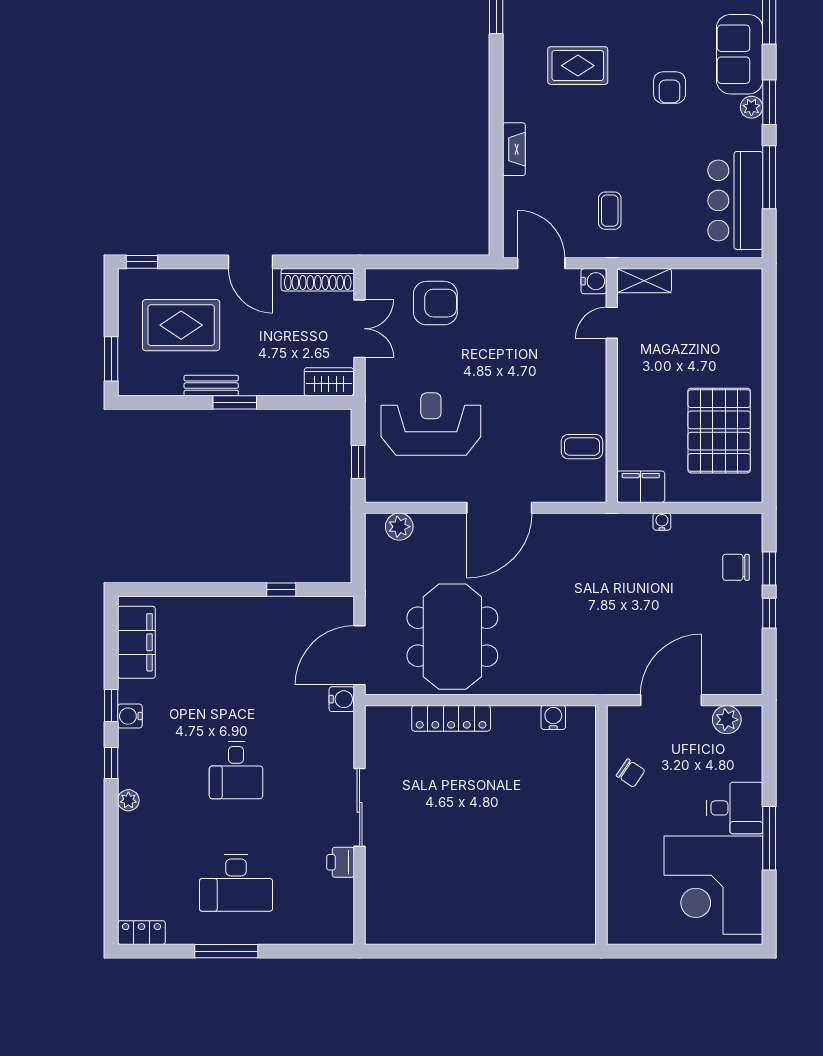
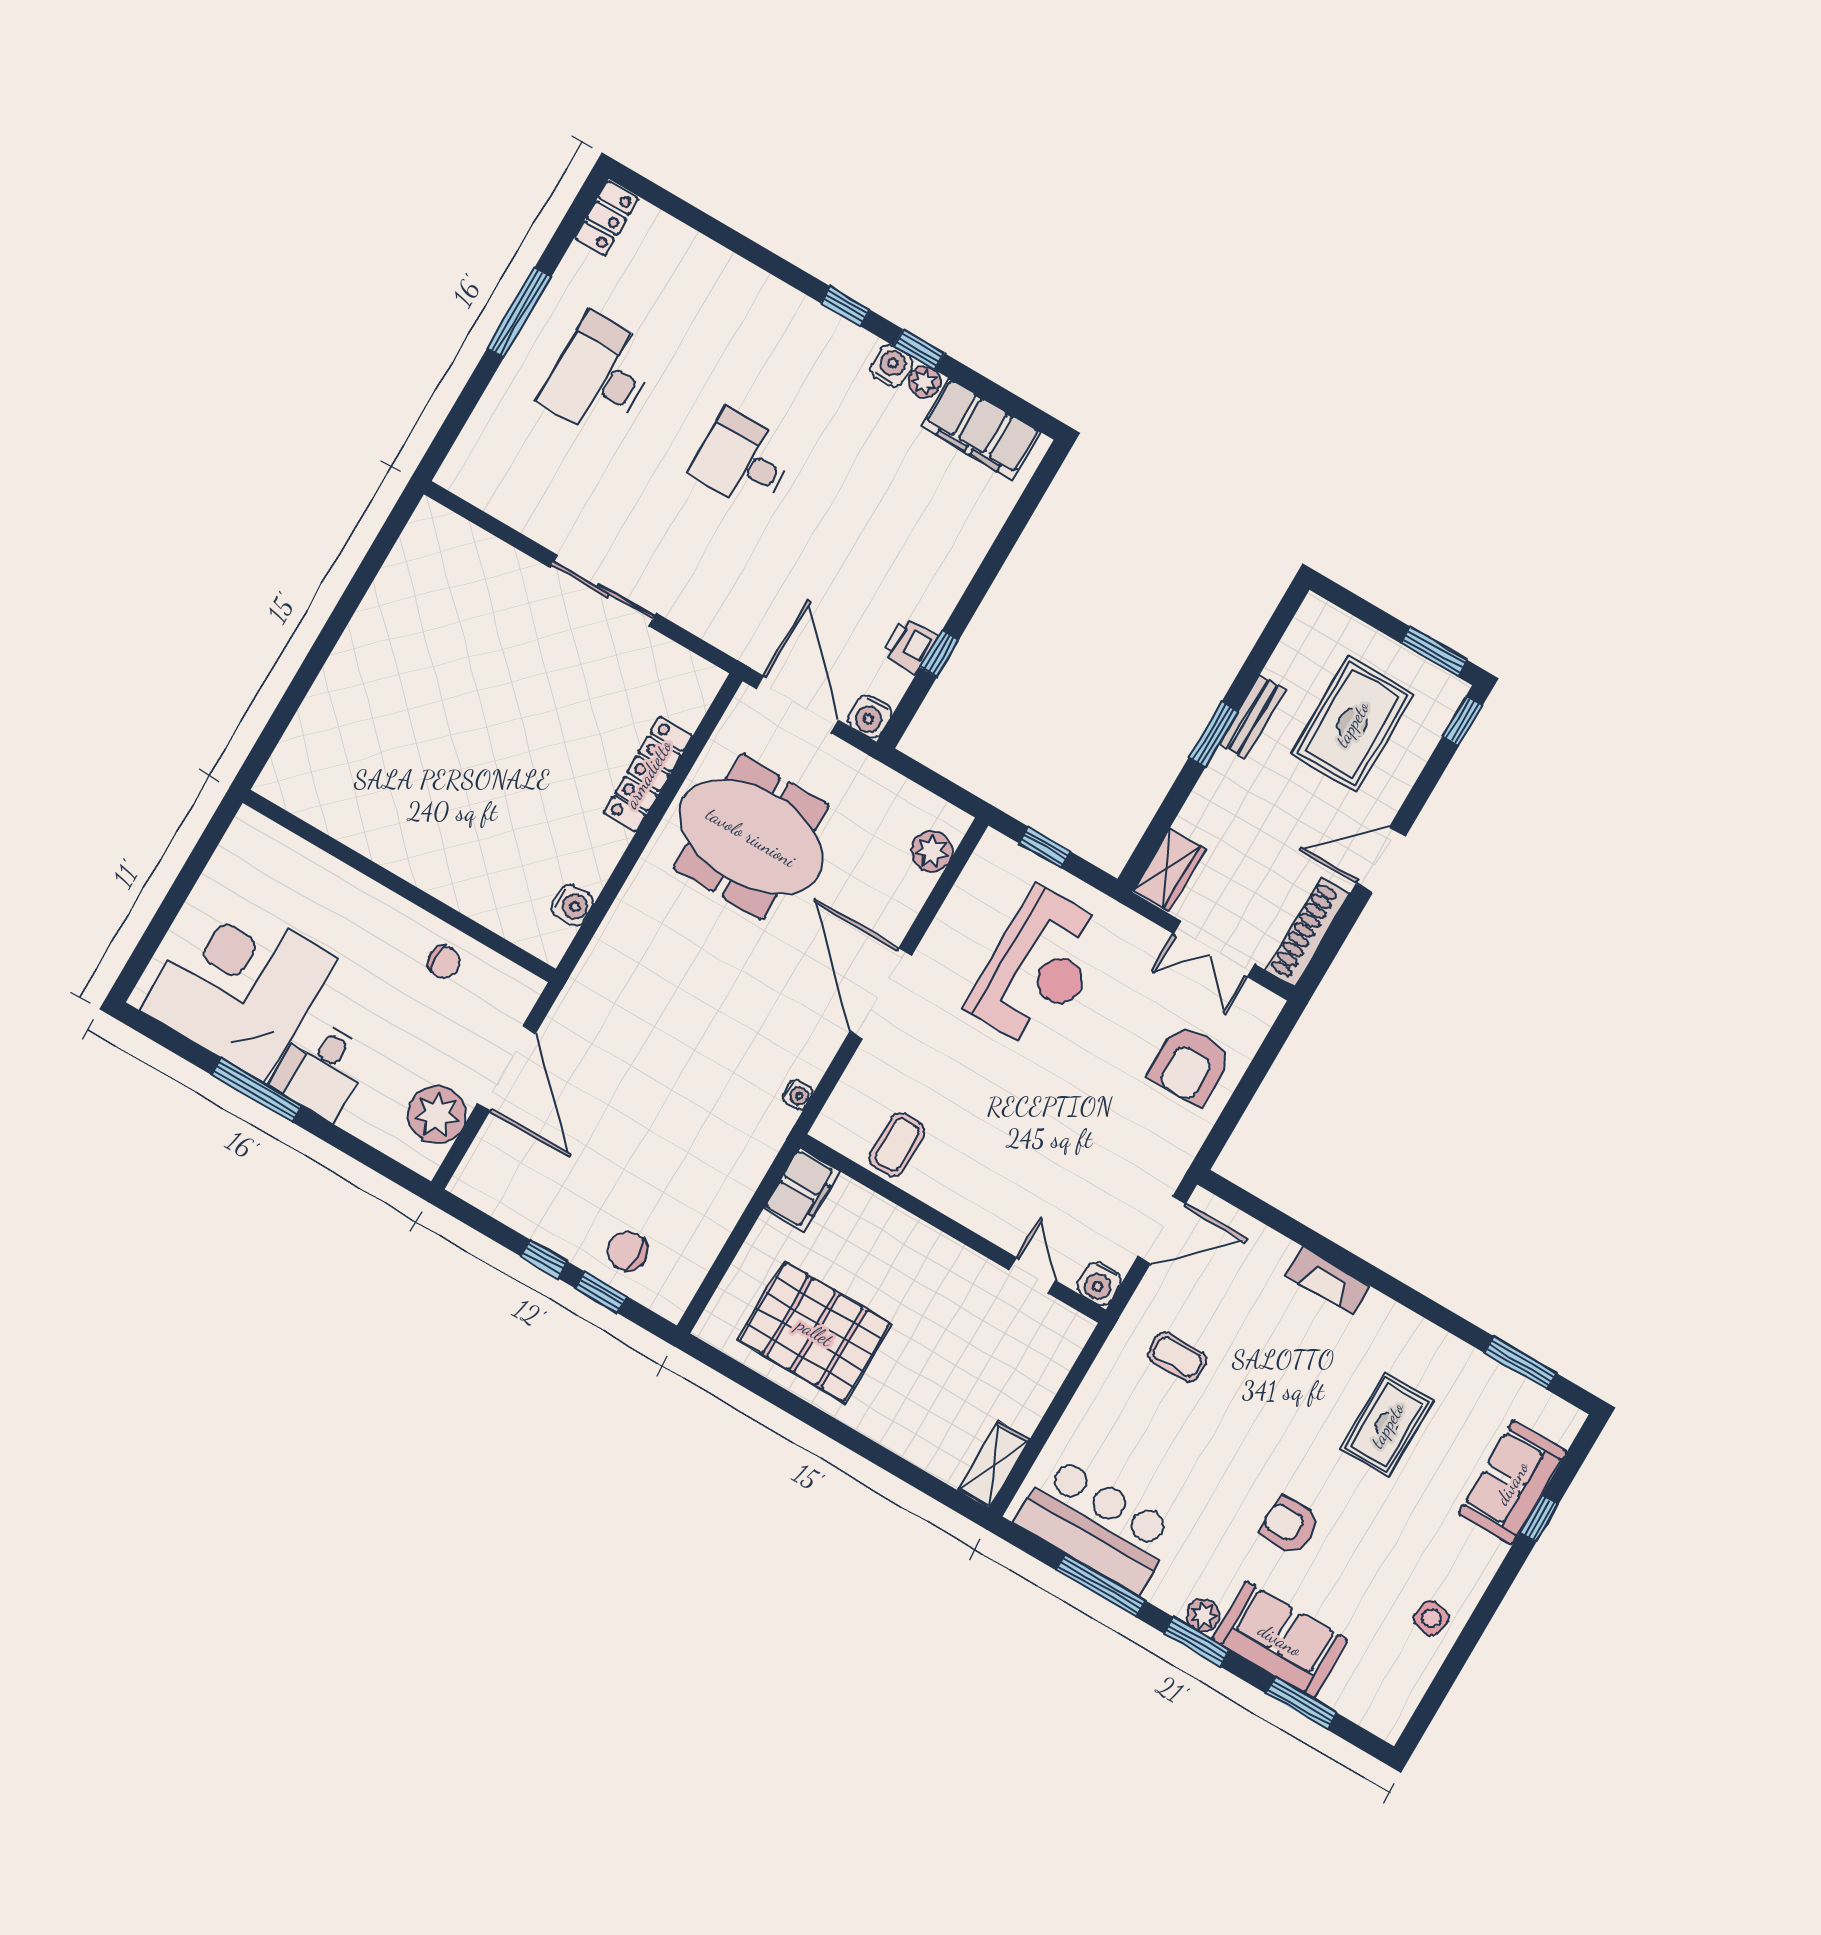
shelving: (644, 281) -> (994, 1465), moved
window: (111, 359) -> (1434, 652), moved
water cooler: (662, 522) -> (797, 1095), moved
chair: (736, 567) -> (627, 1251), turned -90
water cooler: (342, 699) -> (870, 717), moved
plant: (727, 720) -> (437, 1115), width x1.36, depth x1.36
chair: (631, 773) -> (444, 962), turned -124
plant: (128, 800) -> (924, 382), moved
printer: (341, 862) -> (909, 646), moved, turned -90

